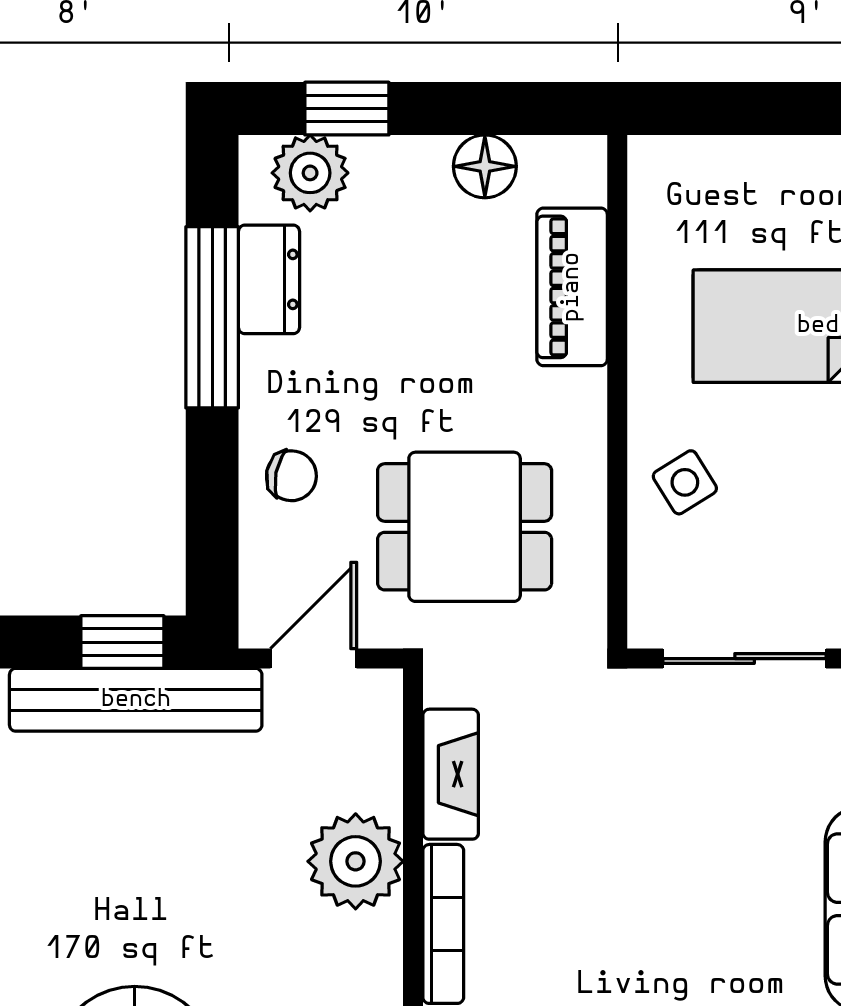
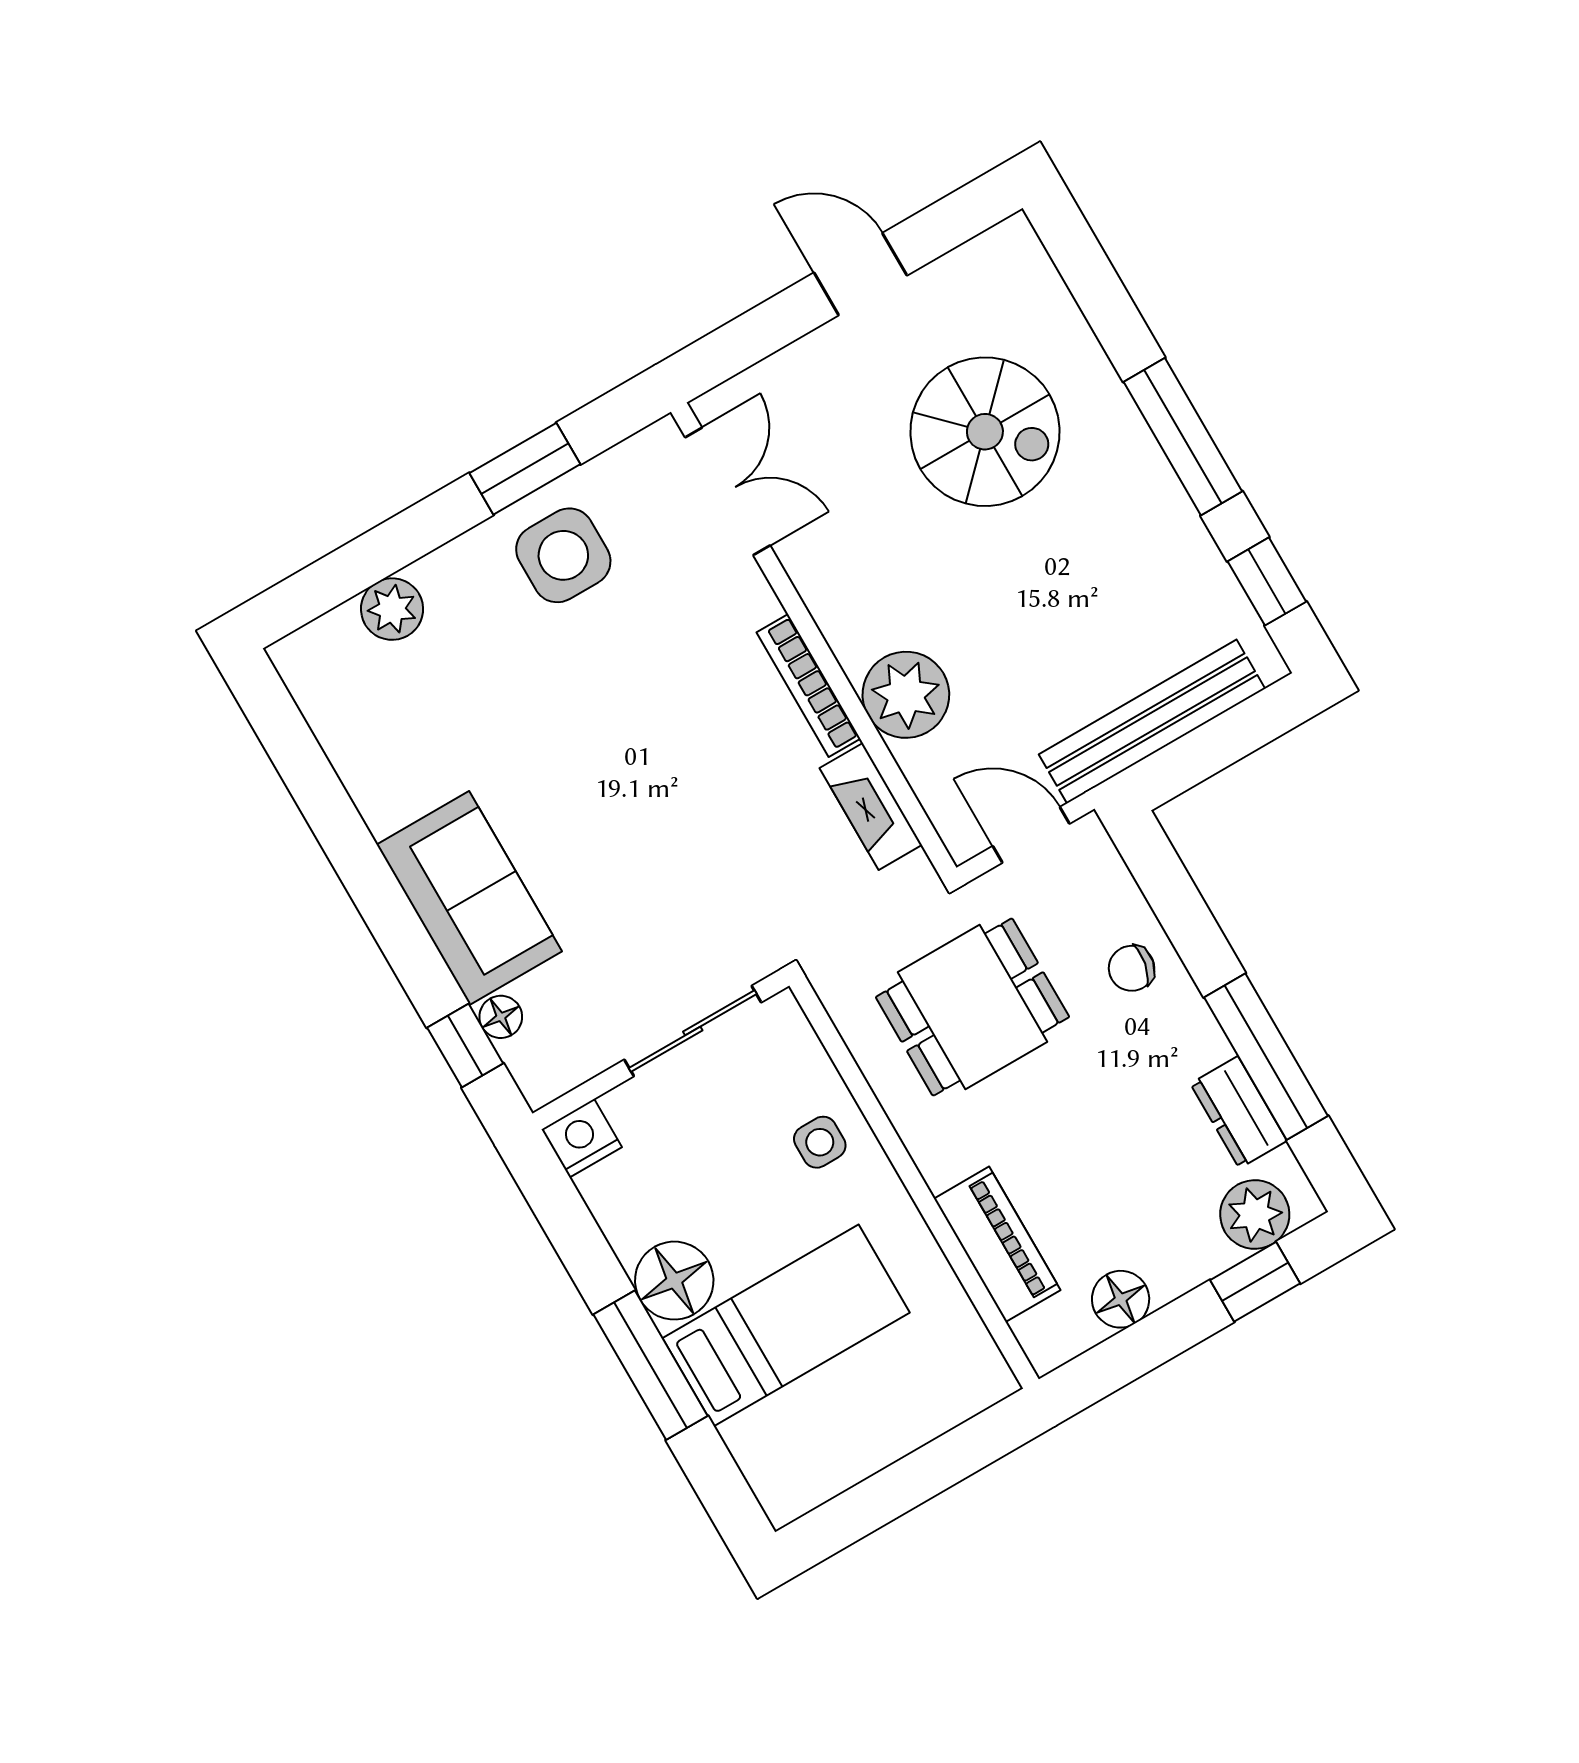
side table: (685, 482) -> (820, 1142), turned 32
window: (122, 642) -> (1189, 761), removed
door: (314, 659) -> (1031, 835), swing flipped

